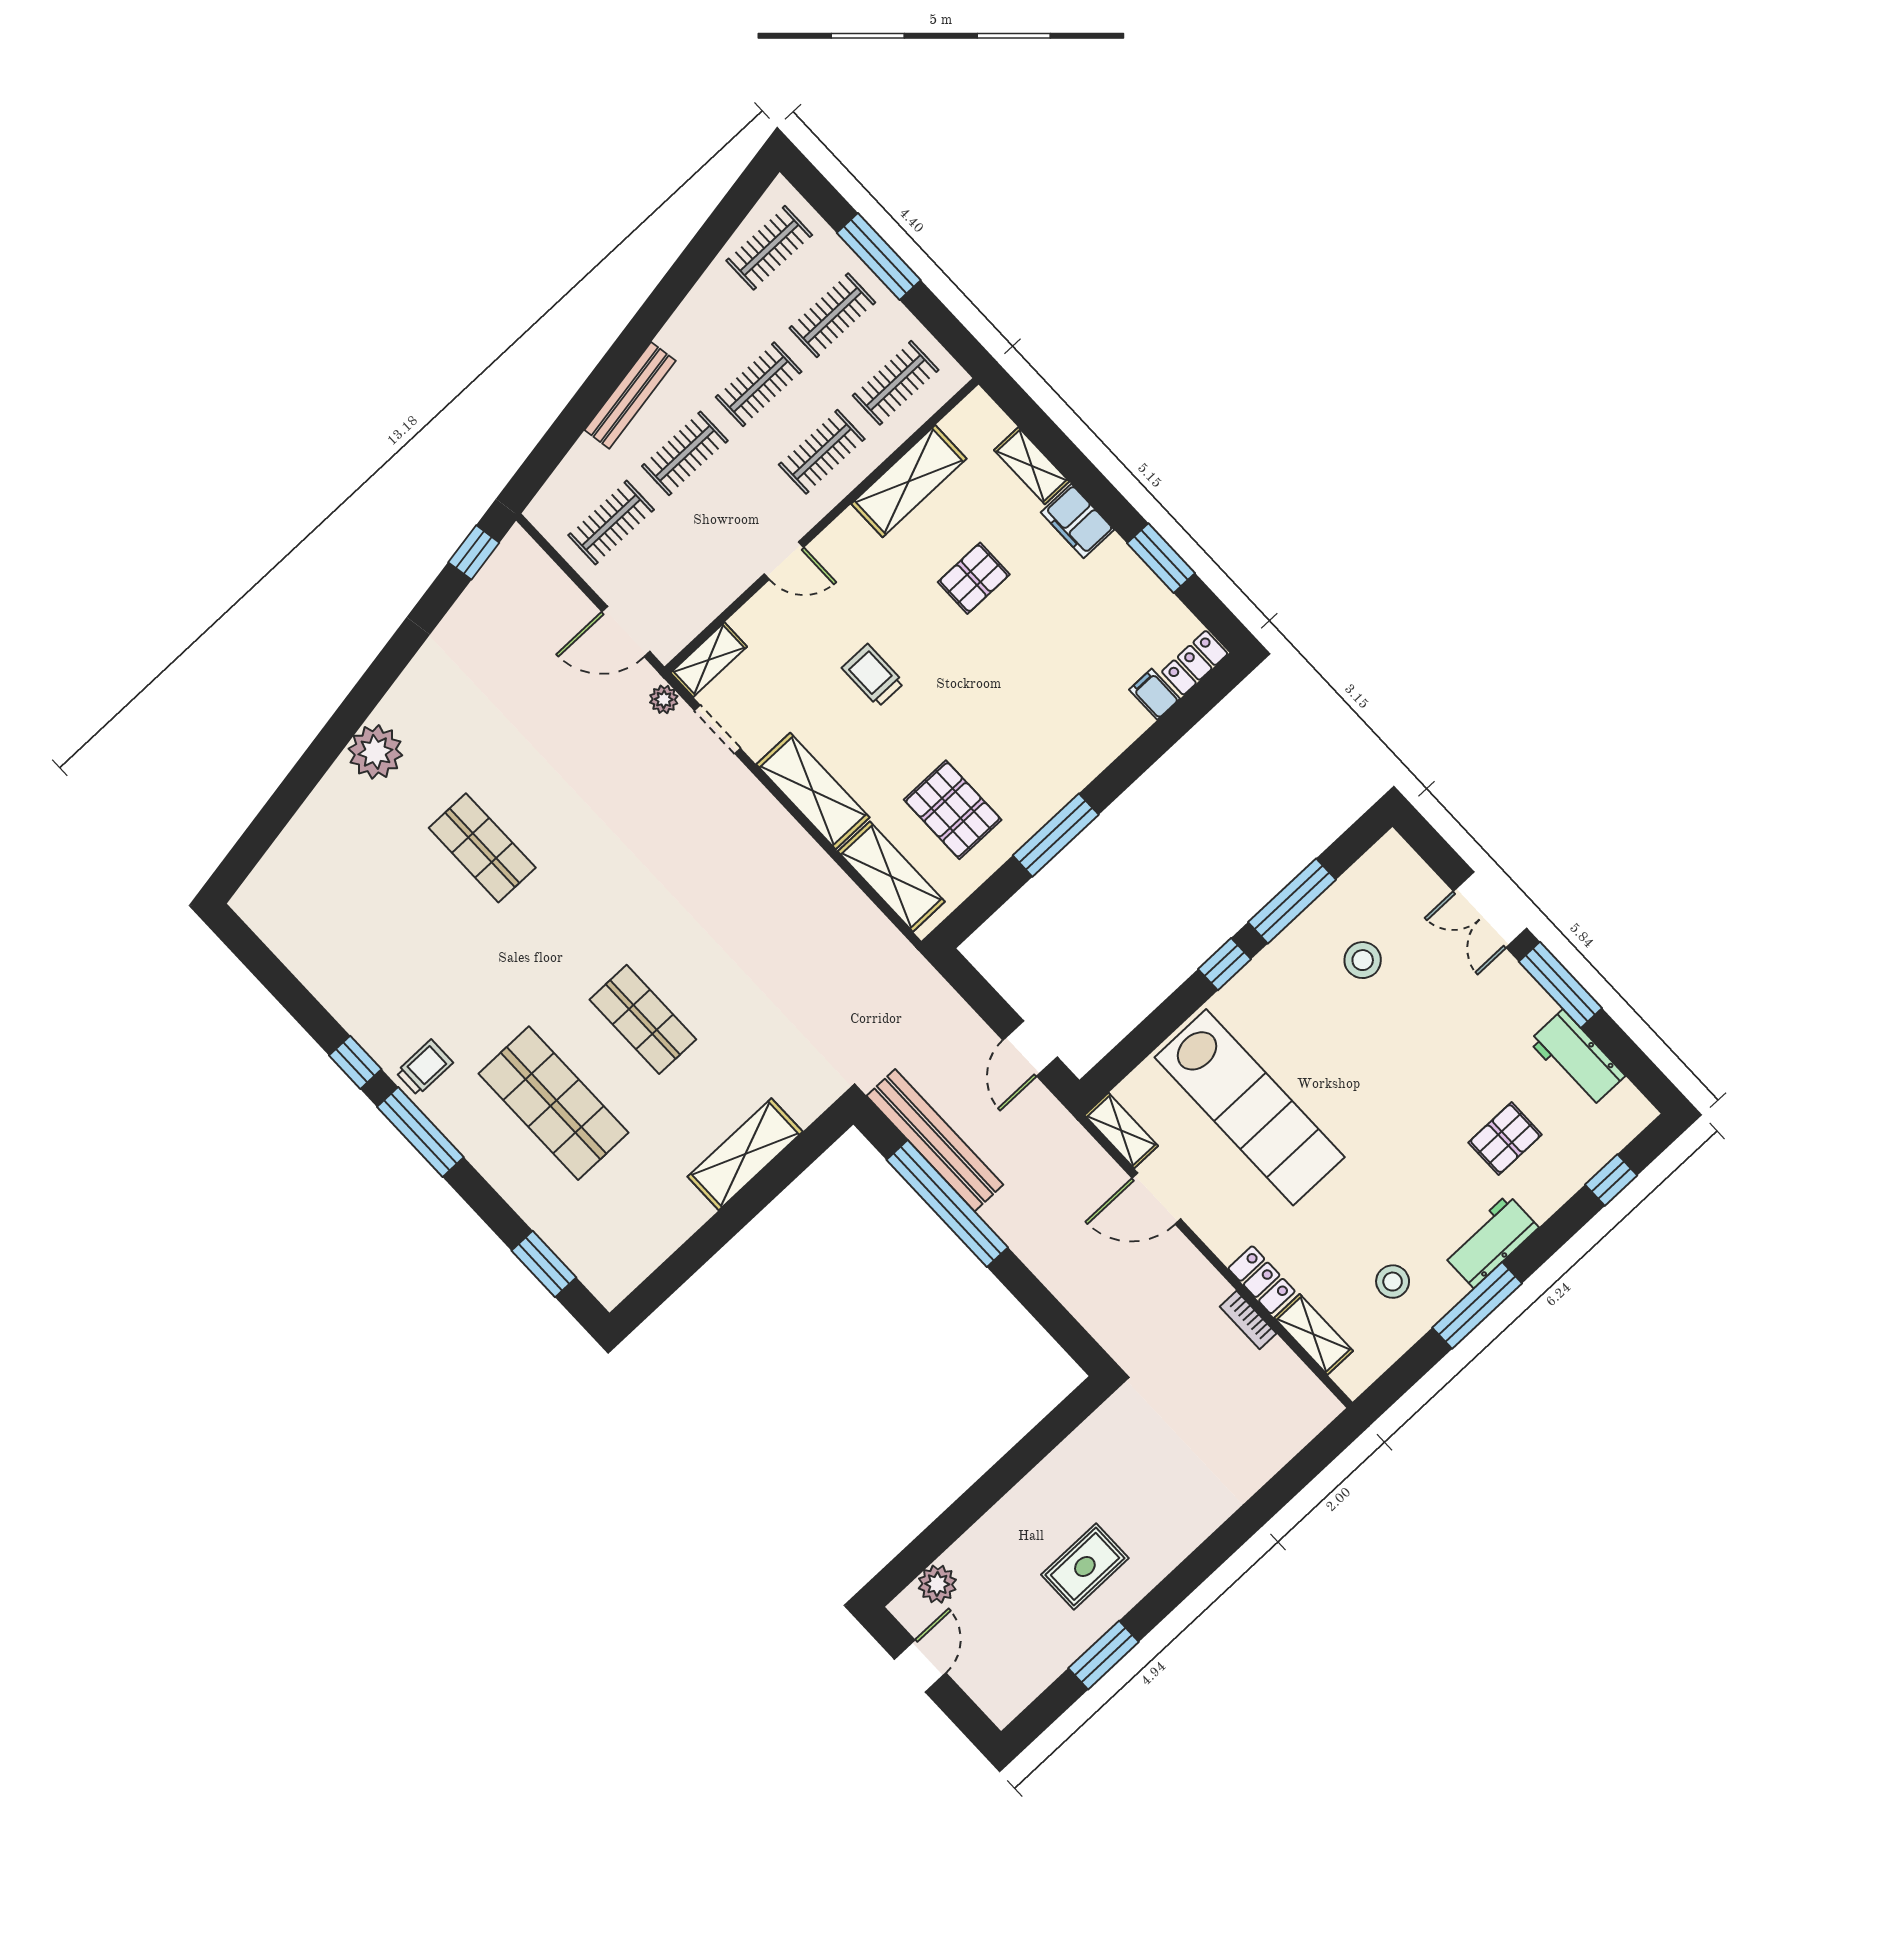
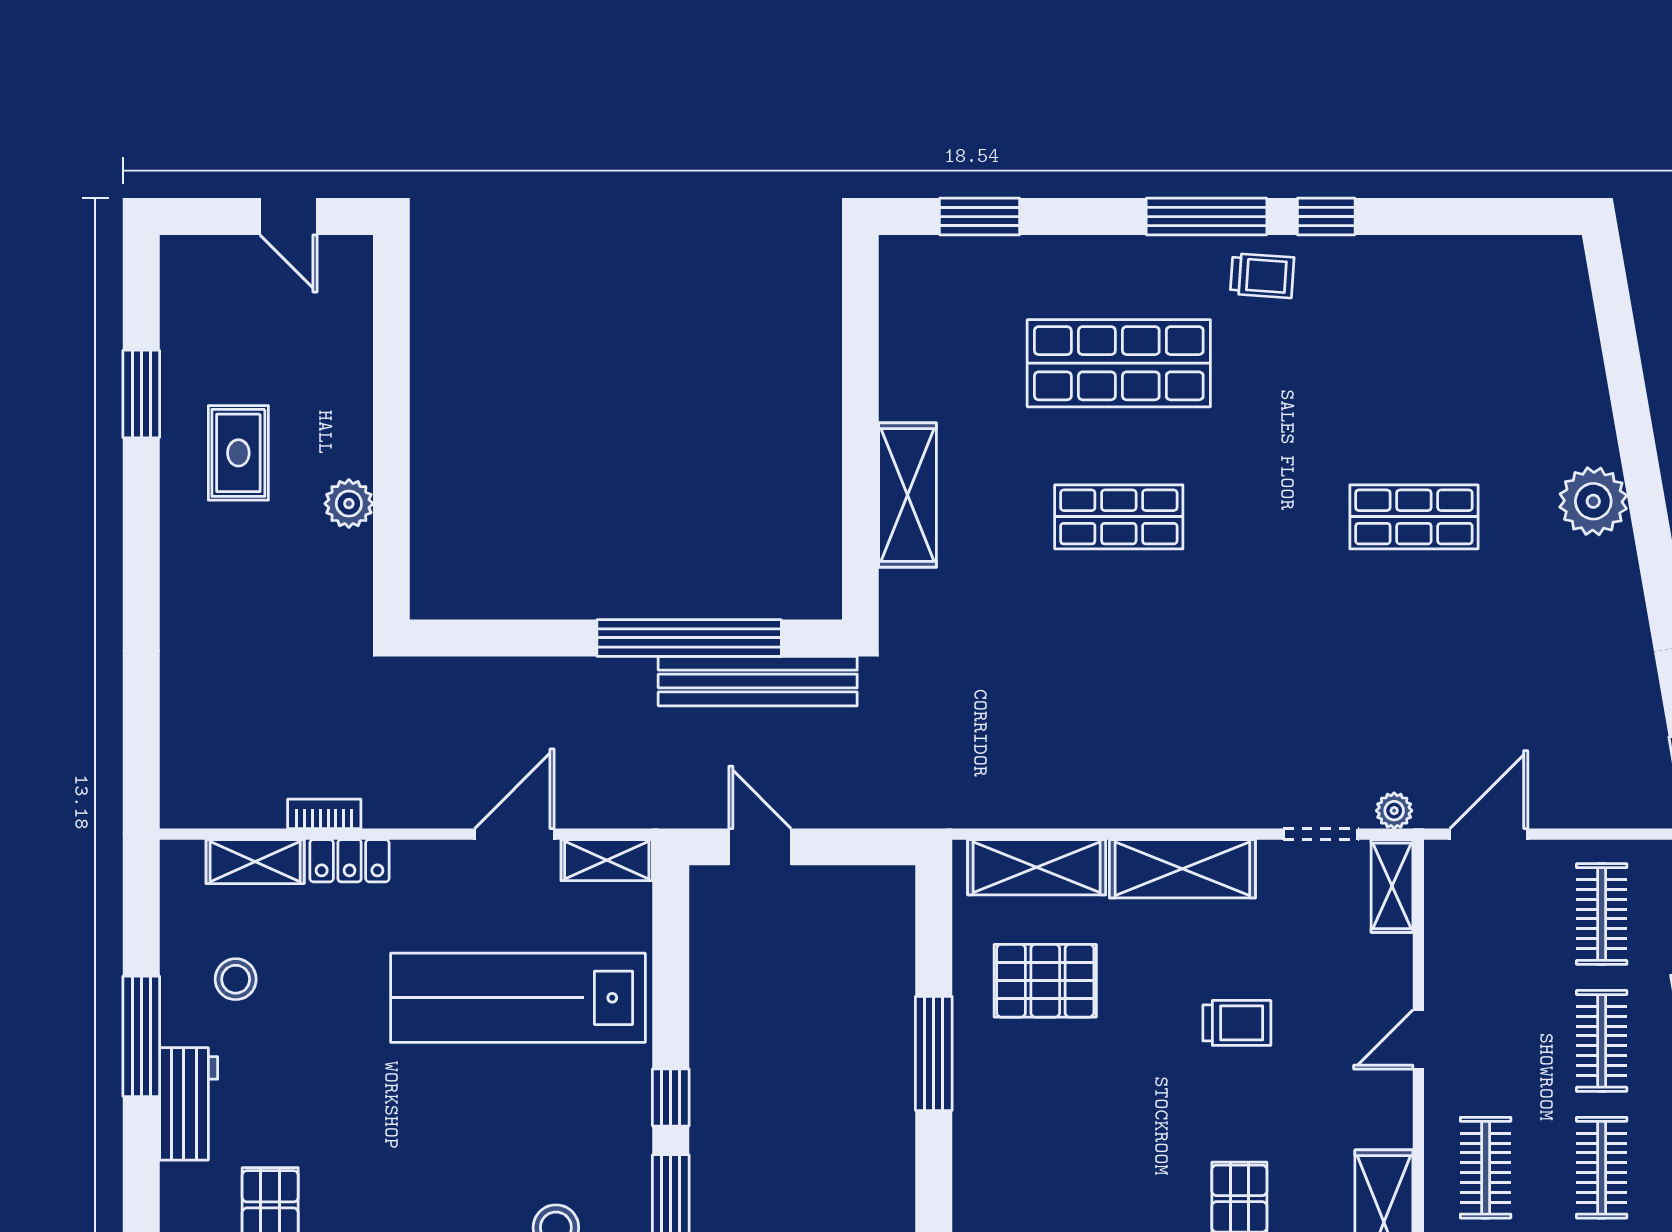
trolley: (424, 1067) -> (1262, 276), turned -86
plant: (937, 1584) -> (349, 504), moved

